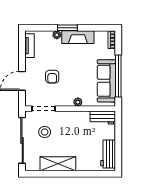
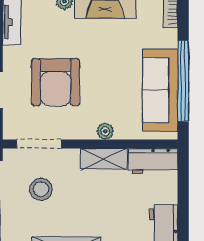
armchair: (52, 77) -> (56, 82), width x1.88, depth x1.88
shelving: (77, 116) -> (104, 159), added

